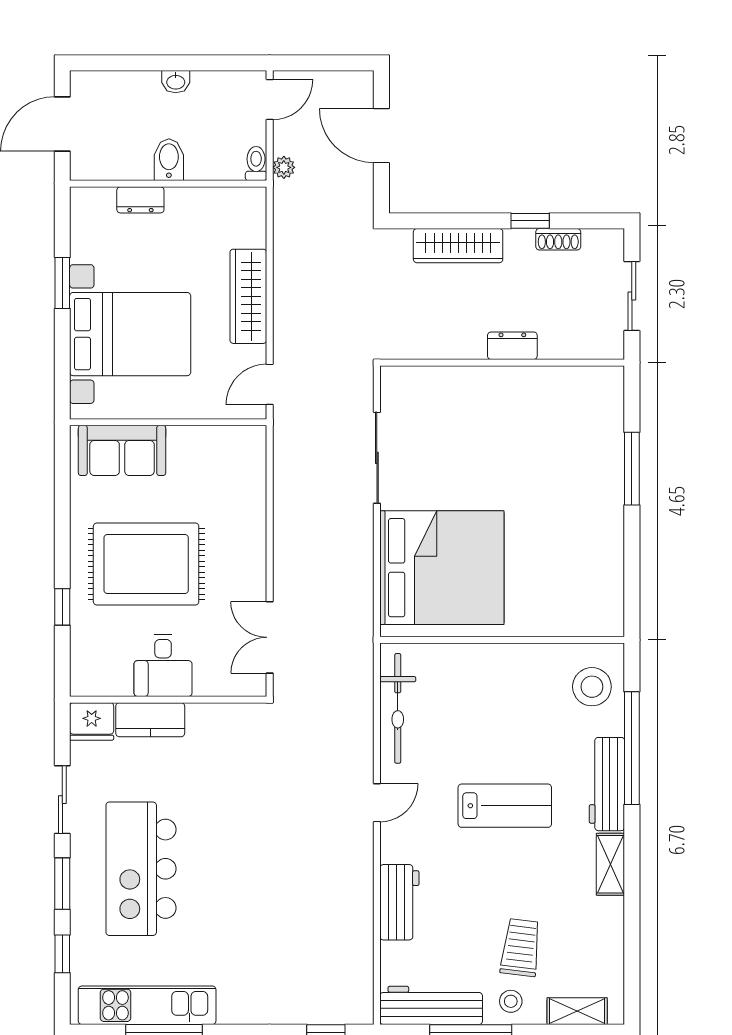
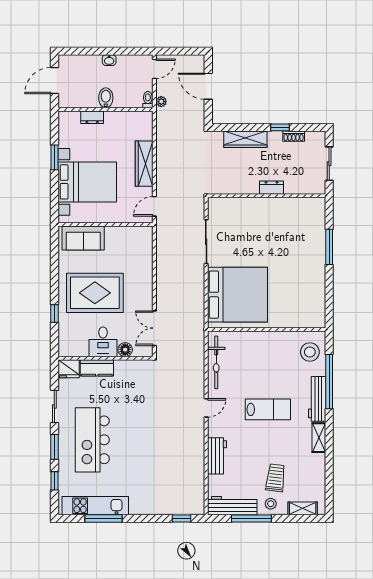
floor lamp: (209, 682) -> (125, 350), added

